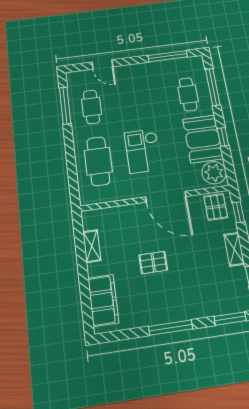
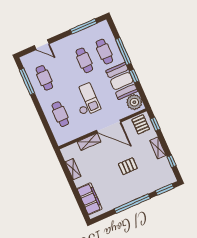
window: (213, 87) -> (123, 51), moved
cafe table: (156, 98) -> (84, 60), added
checkout: (143, 151) -> (86, 100), turned 180
cafe table: (98, 161) -> (60, 114), width x0.73, depth x0.74
shelving: (129, 212) -> (89, 142), added
pallet: (153, 263) -> (128, 166), moved
window: (171, 328) -> (132, 204), width x1.46

